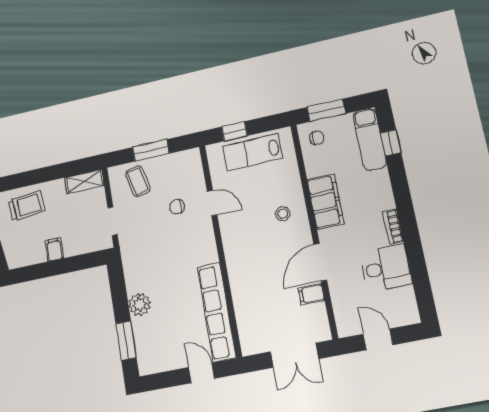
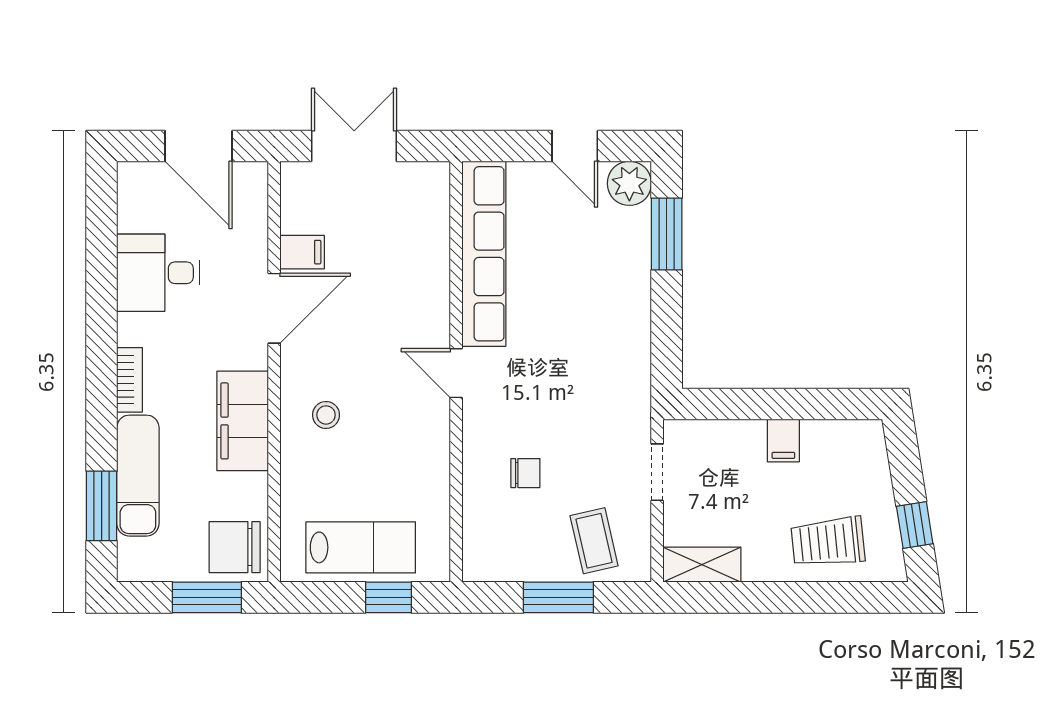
chair: (317, 138) -> (235, 547), width x1.87, depth x1.87
exam couch: (370, 139) -> (138, 476), moved
window: (391, 143) -> (102, 506), width x1.50
door: (212, 203) -> (456, 373), moved
bookcase: (393, 227) -> (130, 380), moved
plant: (140, 304) -> (629, 183), moved
door: (378, 339) -> (199, 146), width x1.38
door: (201, 373) -> (575, 146), moved

